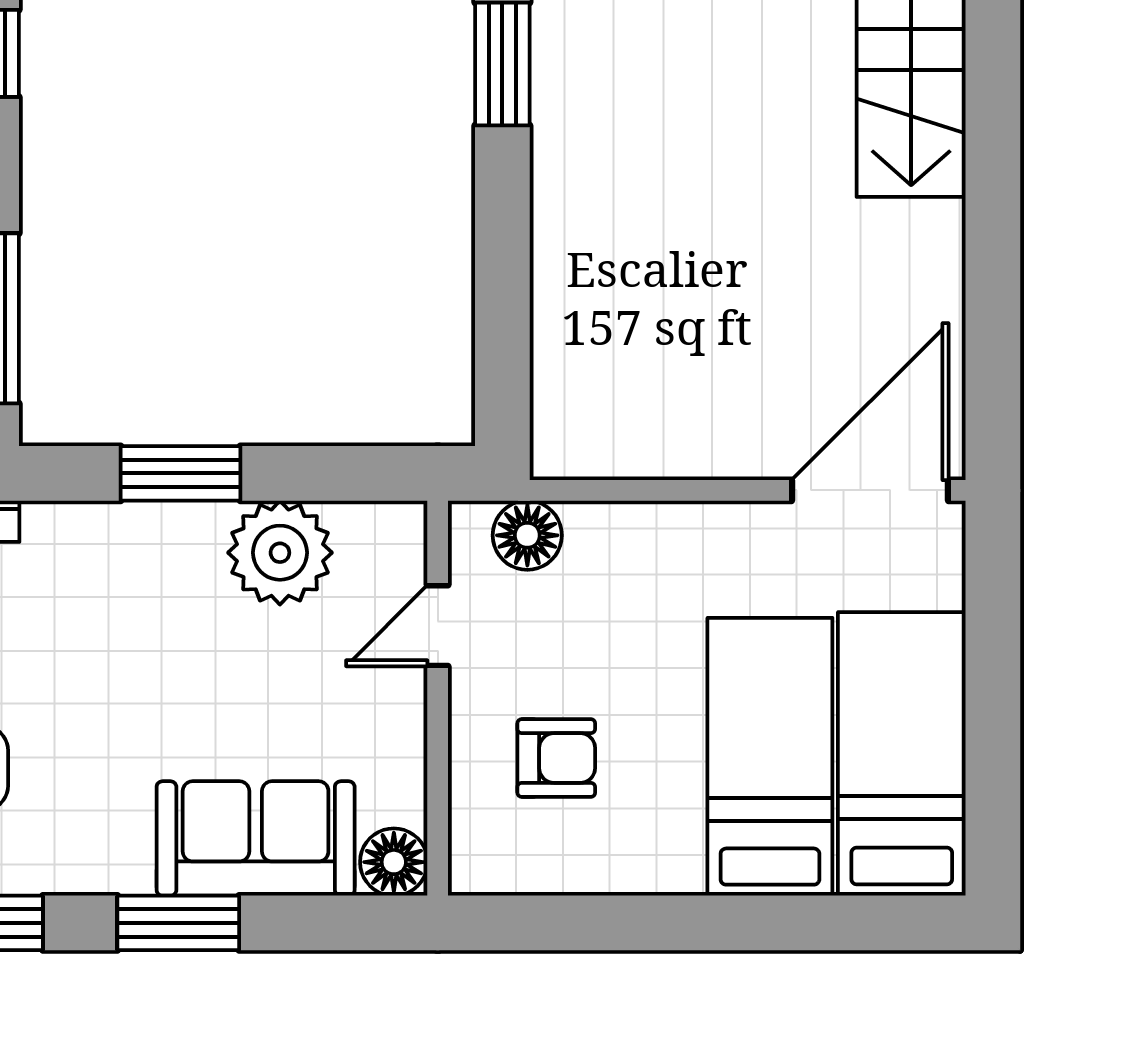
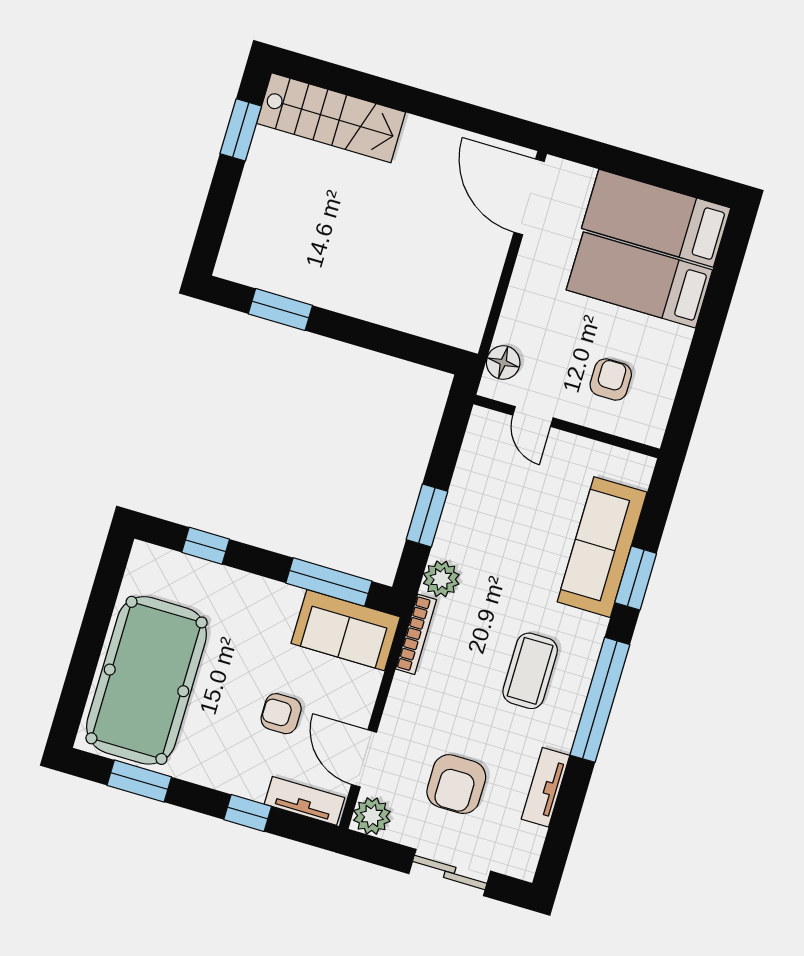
plant: (280, 553) -> (441, 579), moved, width x0.73, depth x0.73
sofa: (256, 838) -> (602, 547), width x1.36
floor lamp: (394, 862) -> (637, 469), removed

